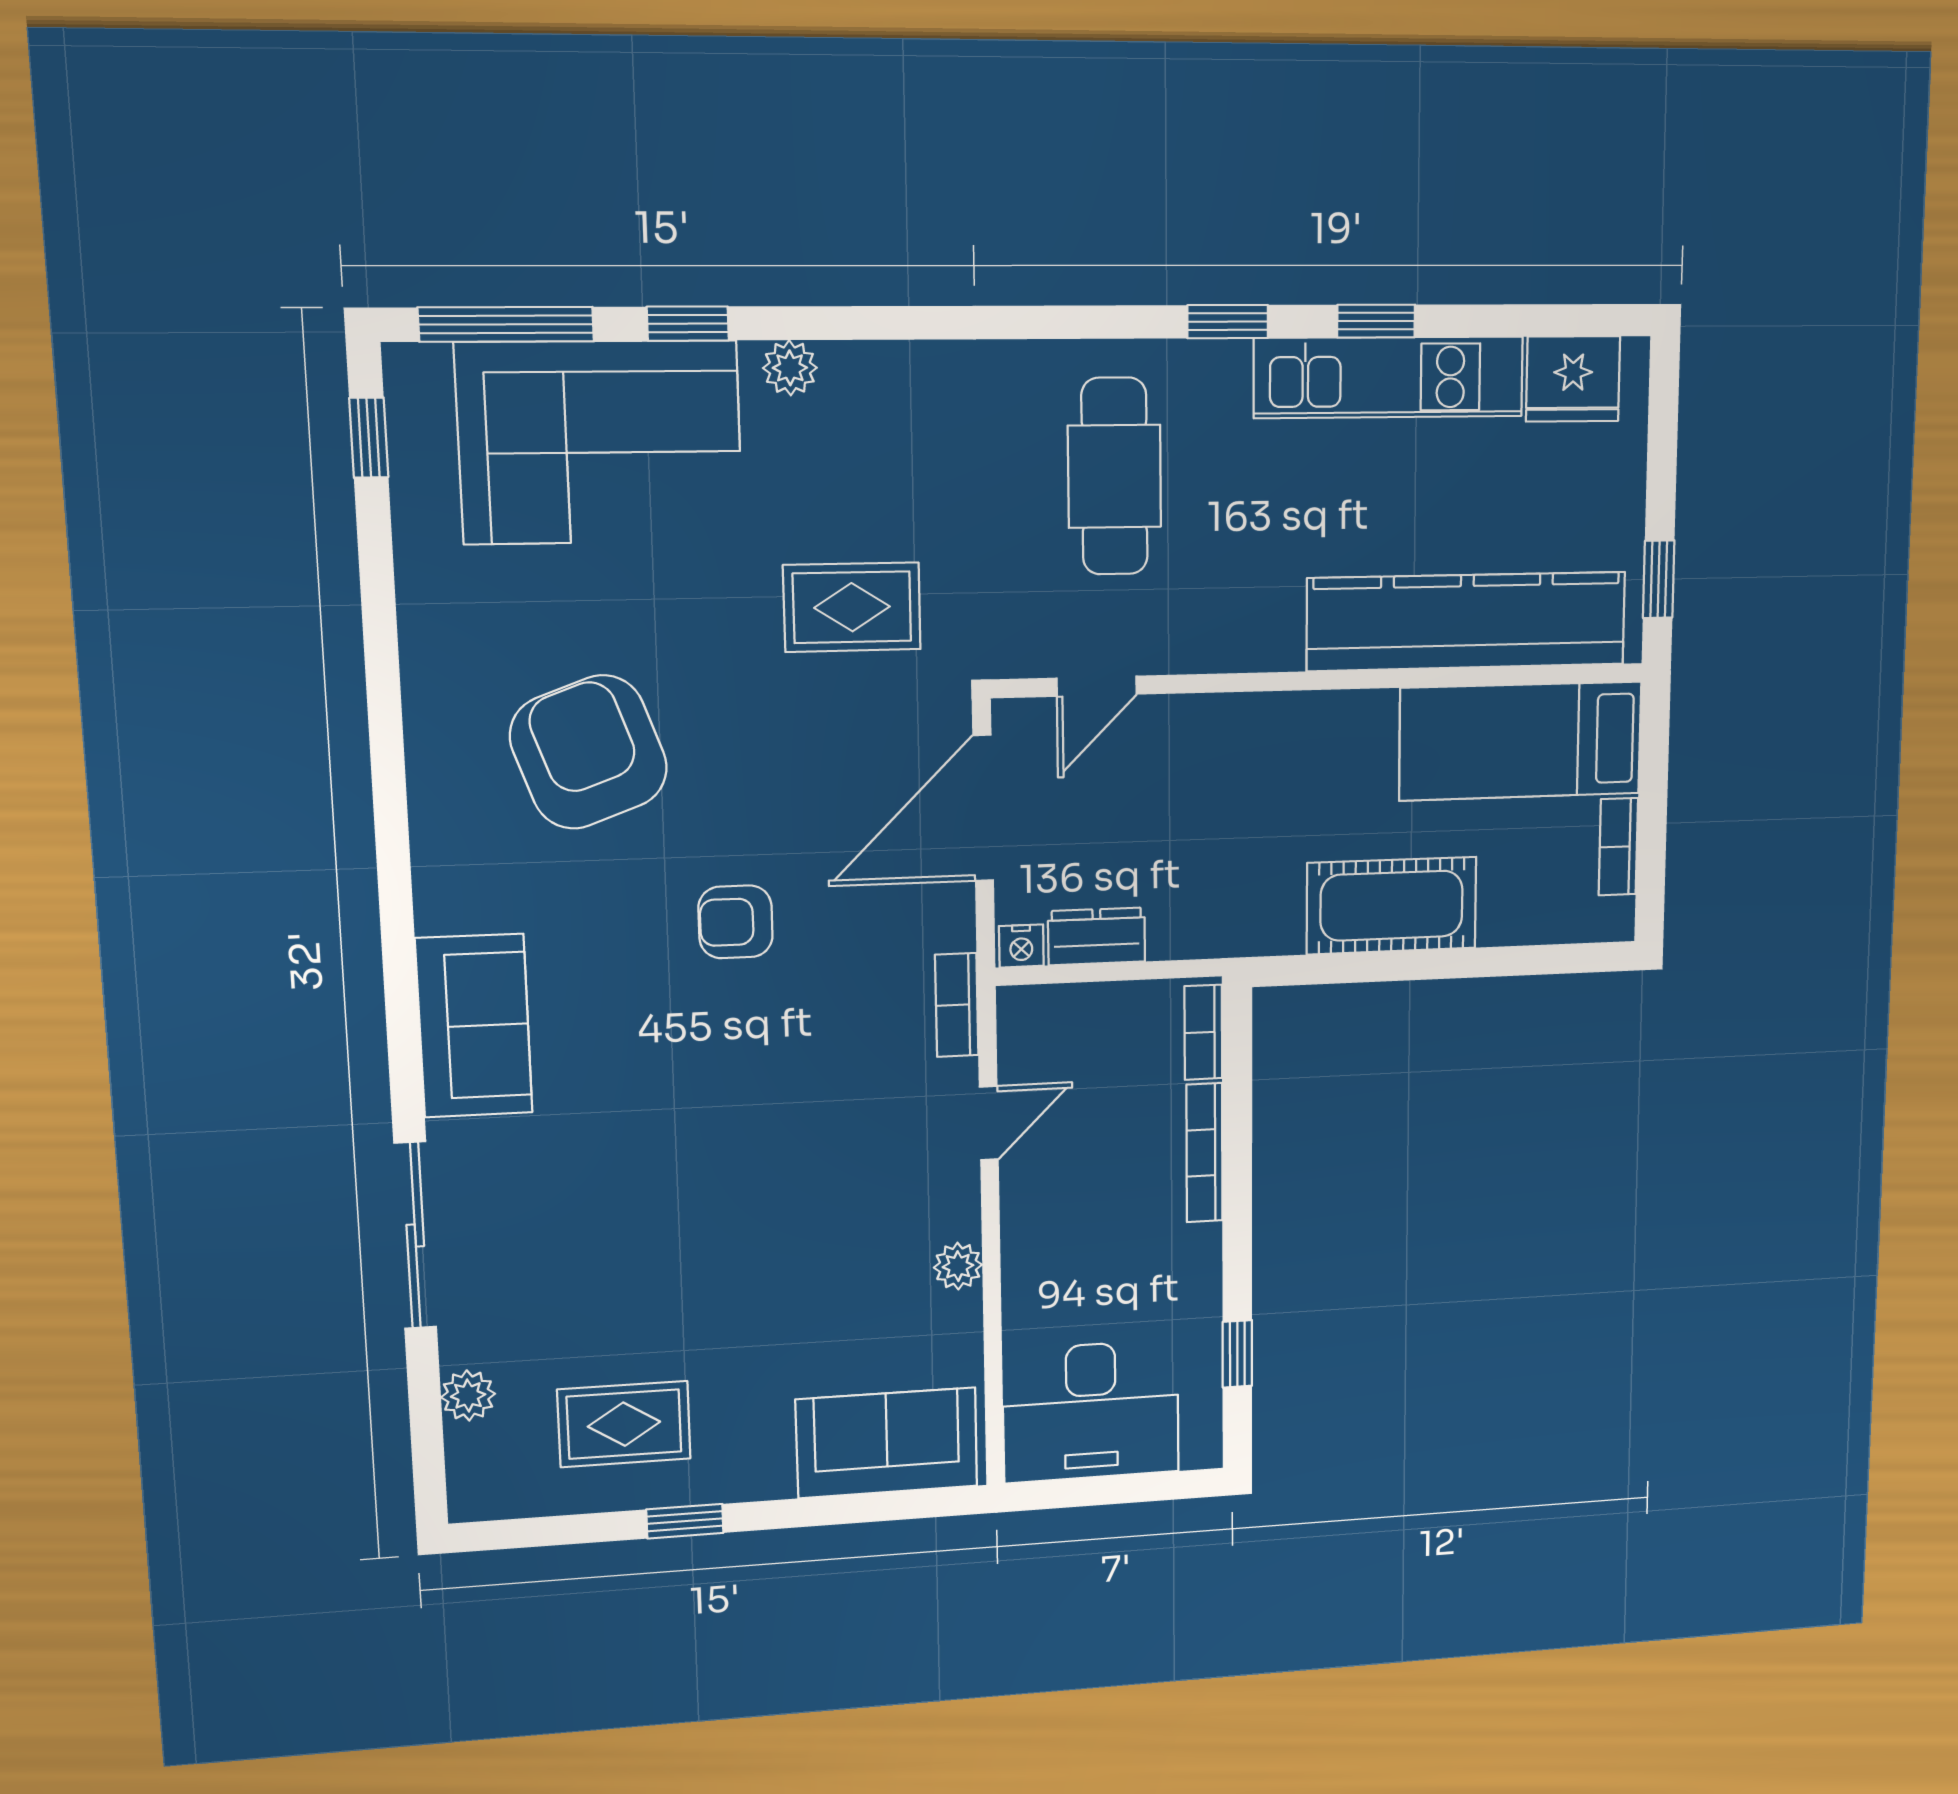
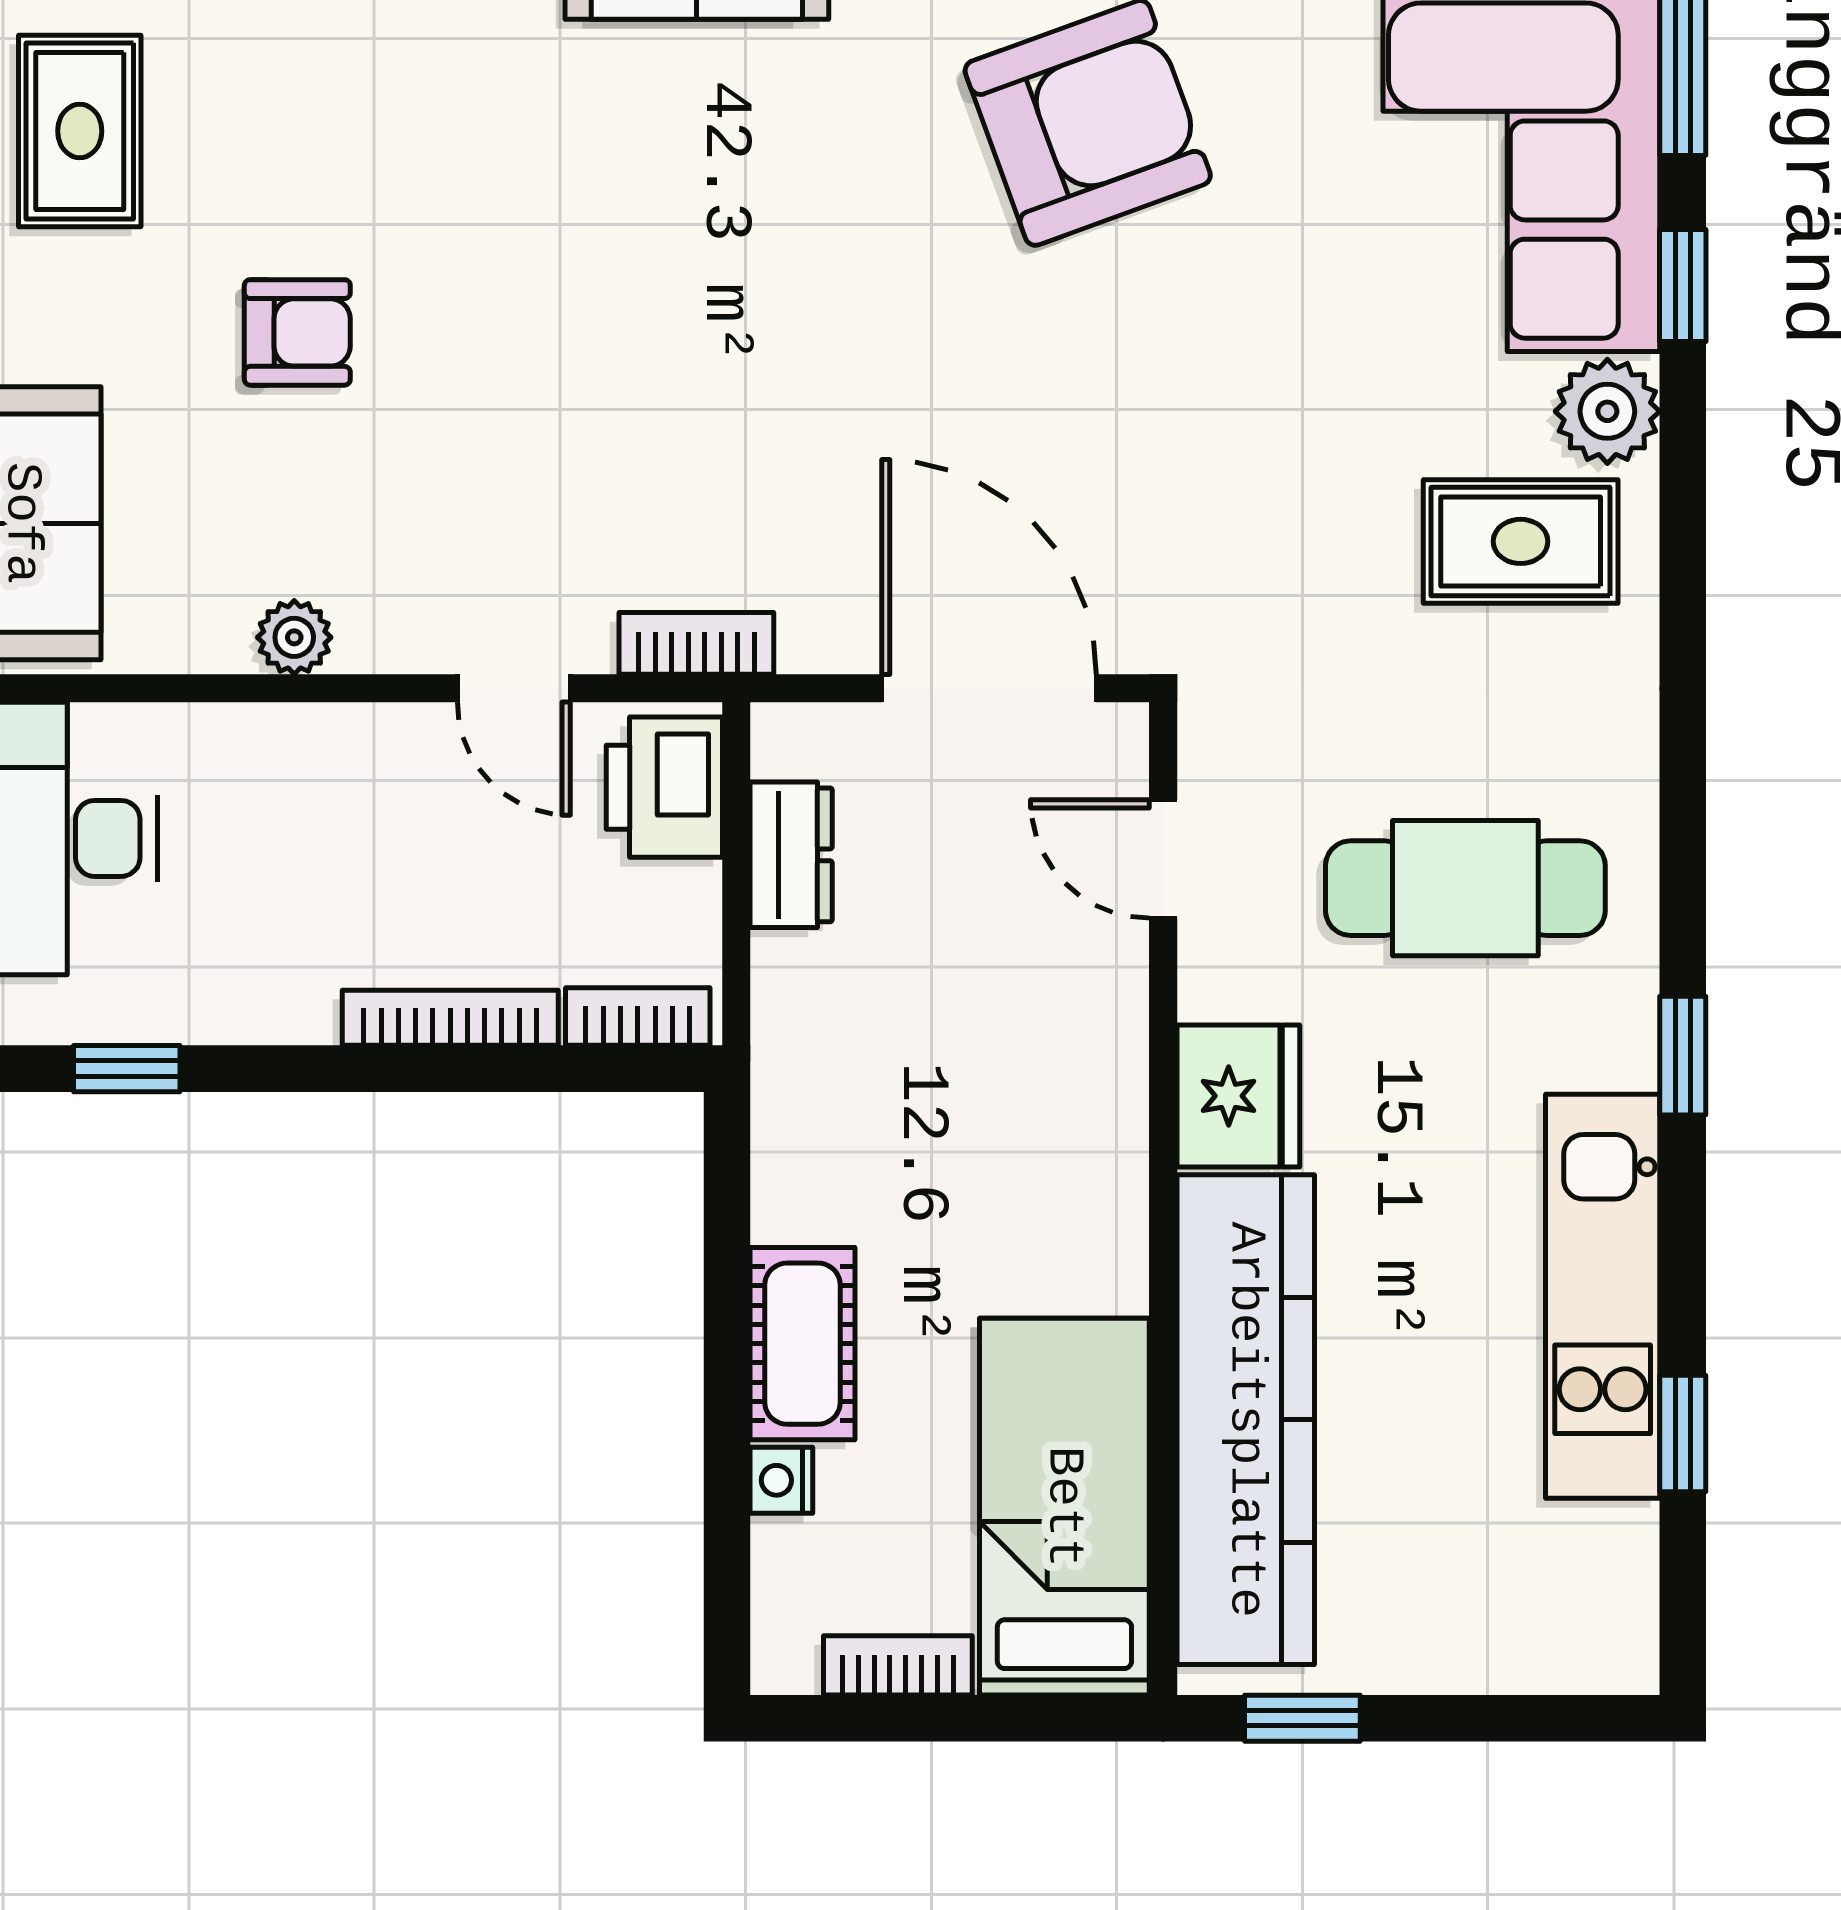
window: (1376, 321) -> (1683, 1433), moved
plant: (790, 368) -> (1607, 411), width x1.38, depth x1.38
fridge: (1573, 379) -> (1238, 1096), moved, turned 180
rug: (852, 607) -> (1521, 541), moved, turned 90
cot: (1392, 906) -> (802, 1344), width x0.73, depth x0.75
armchair: (735, 922) -> (297, 332), moved, turned 90
nightstand: (1021, 946) -> (781, 1480), moved
printer: (1053, 1022) -> (664, 787), added

